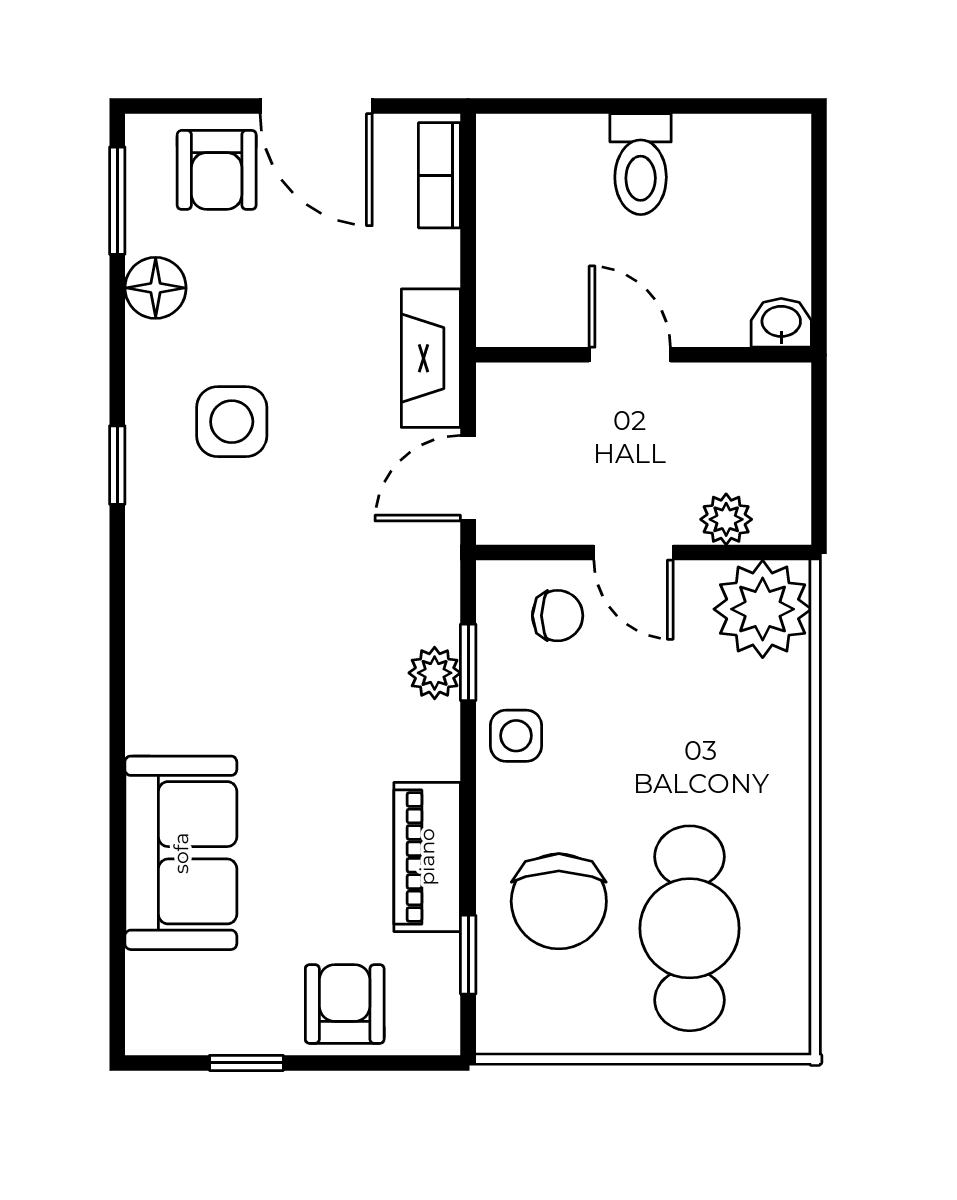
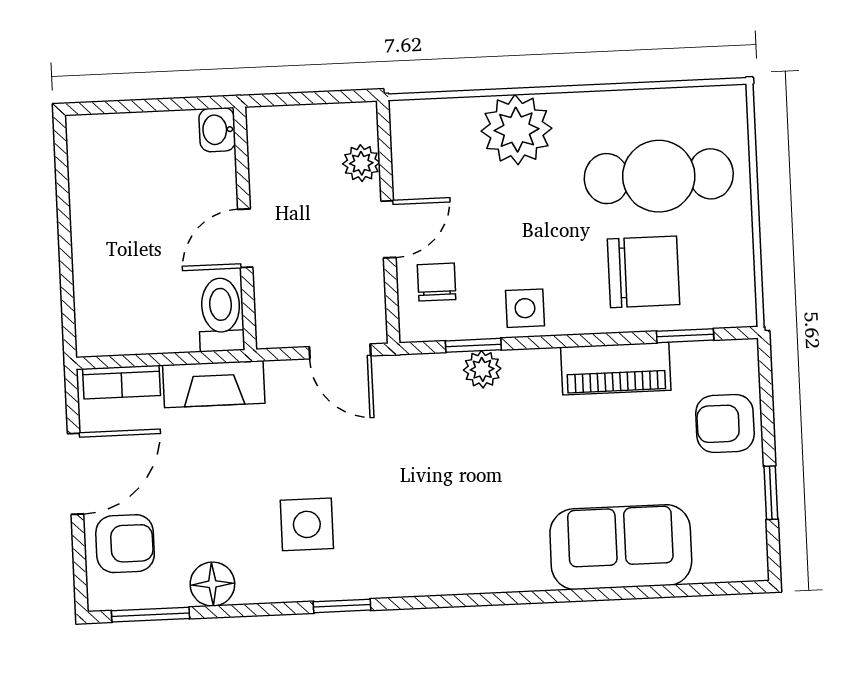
toilet: (641, 164) -> (221, 315), moved, turned -90
fireplace: (431, 358) -> (214, 384), moved
plant: (763, 609) -> (517, 130), moved

